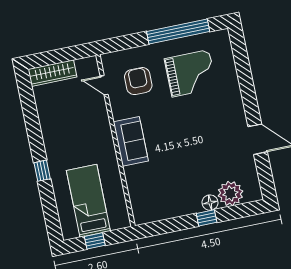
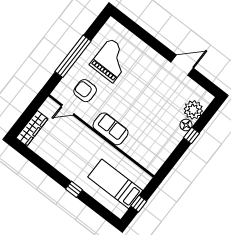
window: (178, 32) -> (73, 56), moved

